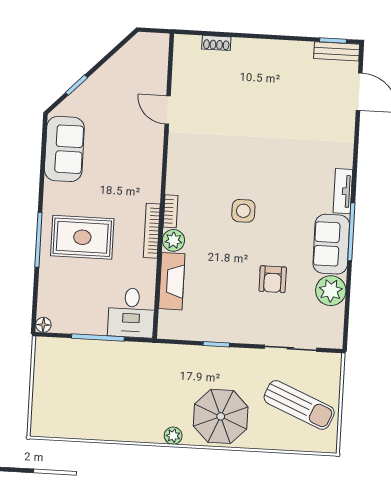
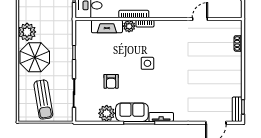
armchair: (273, 279) -> (111, 81), turned -90
sun lounger: (299, 405) -> (43, 100), turned -32
plant: (173, 436) -> (27, 32), width x1.88, depth x1.88

